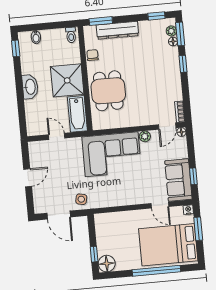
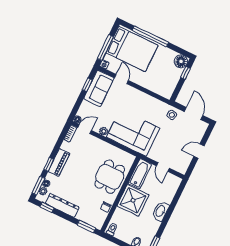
dresser: (117, 30) -> (62, 205), moved
piano: (173, 73) -> (59, 162), added
window: (198, 229) -> (105, 48), width x1.44

